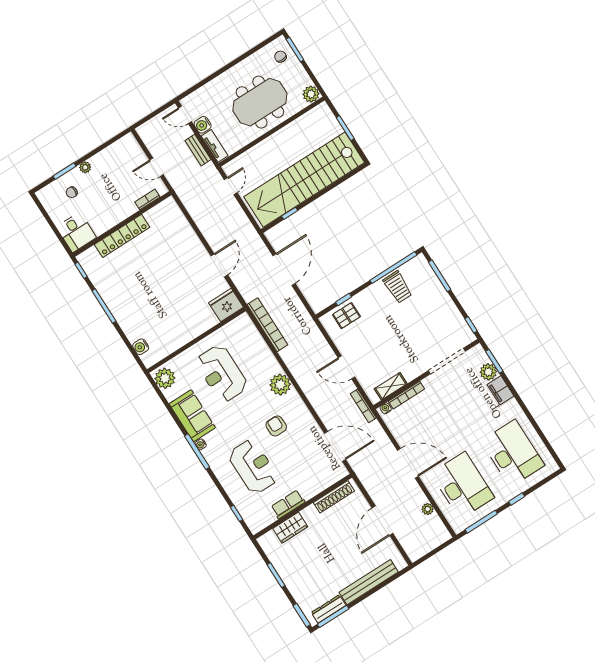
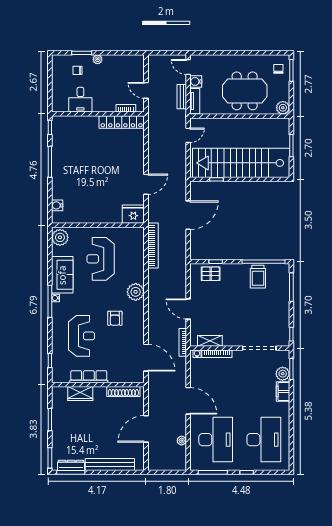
desk: (76, 232) -> (80, 100), moved
locker: (122, 236) -> (122, 122), moved
armchair: (276, 426) -> (115, 318), turned 180
row of seats: (288, 504) -> (89, 377), width x1.48

